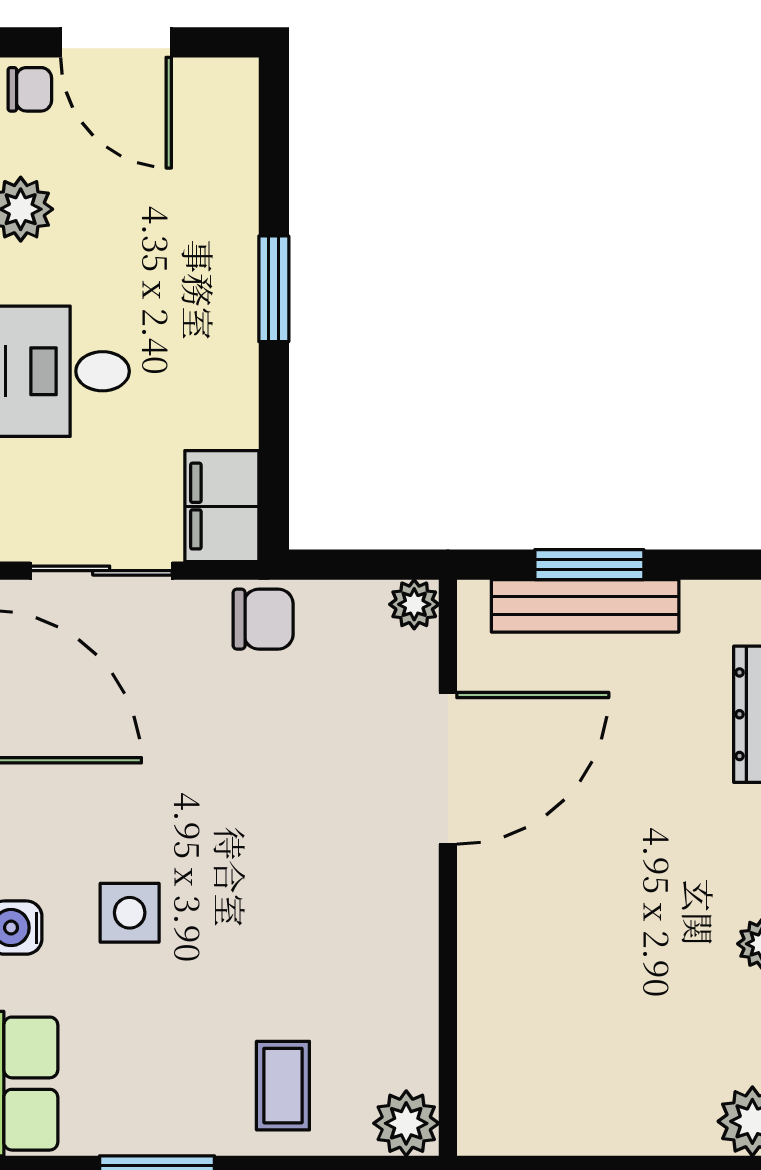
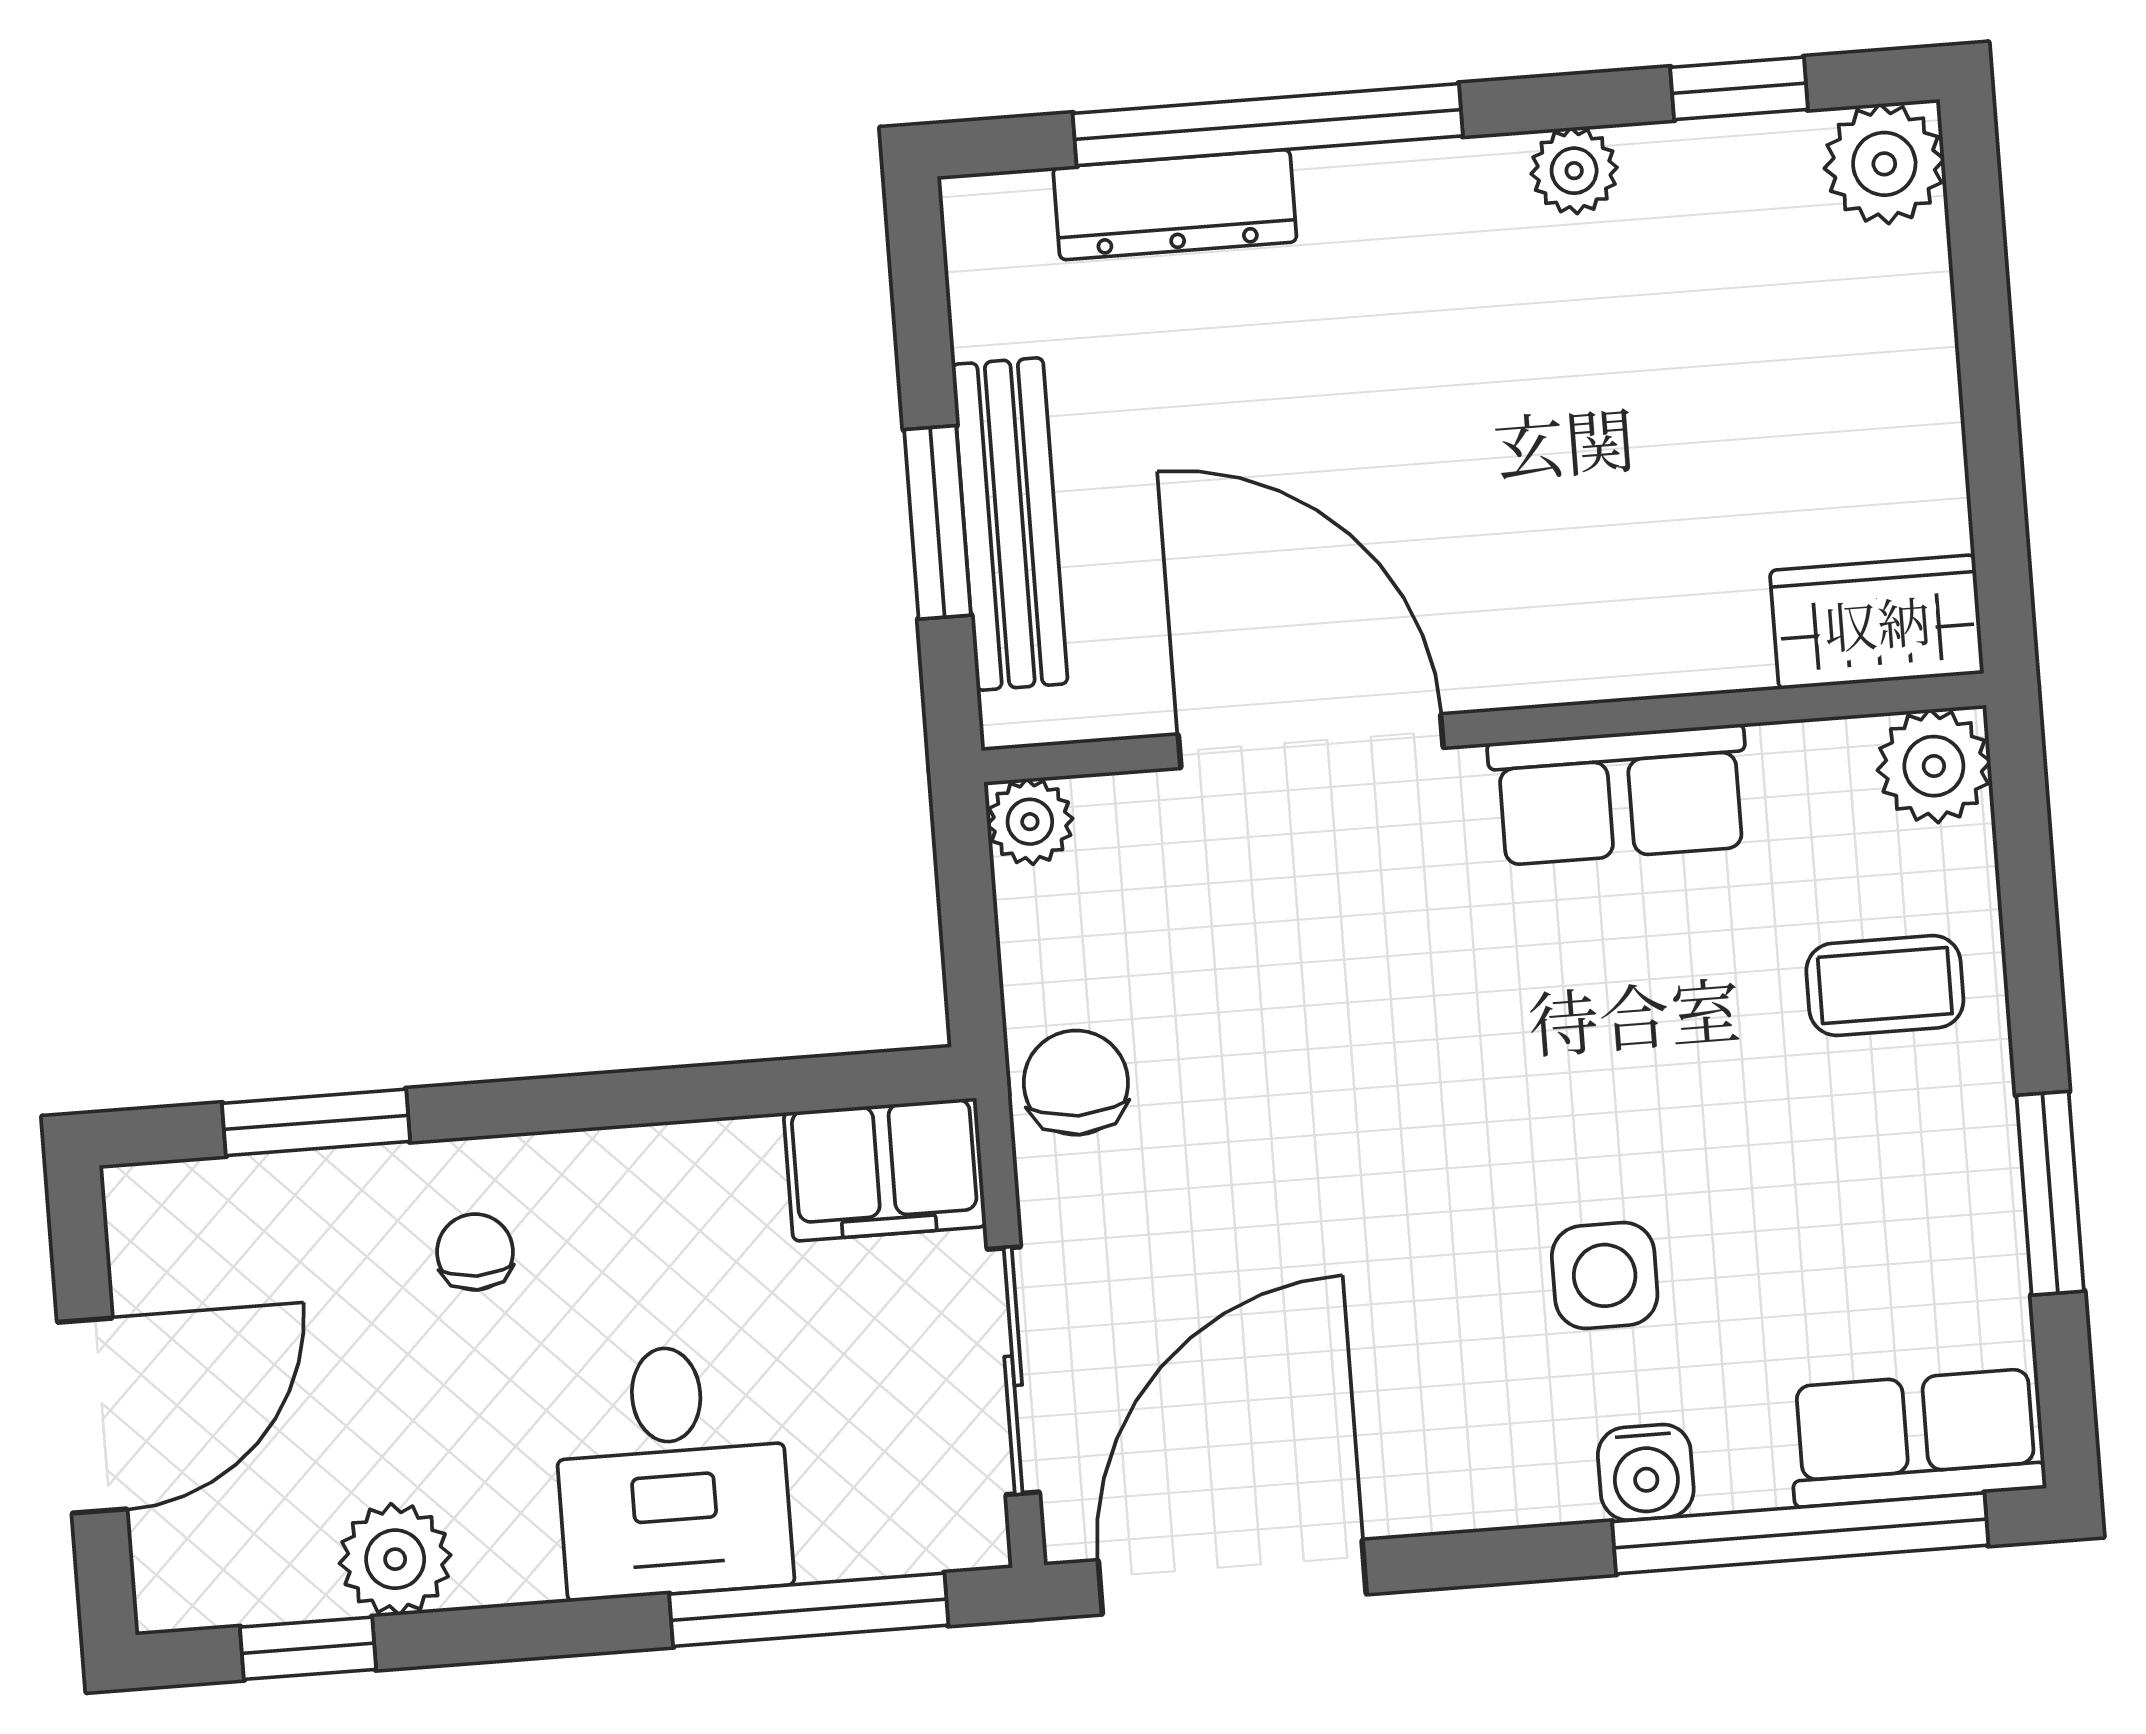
chair: (30, 89) -> (475, 1252), moved
window: (274, 289) -> (316, 1122), moved
row of seats: (404, 942) -> (1620, 795), added
wardrobe: (491, 1097) -> (1877, 622), added

